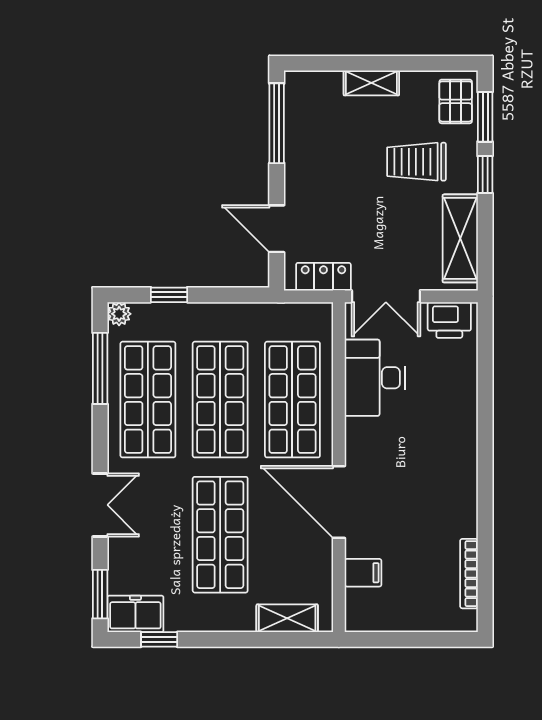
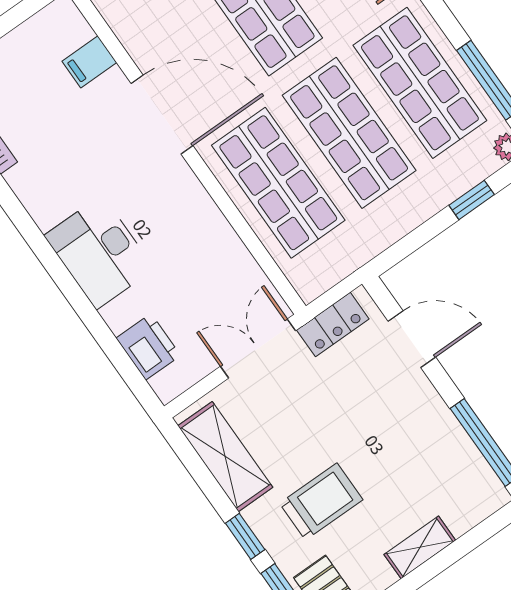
printer: (449, 320) -> (148, 347), moved, turned 90
desk: (375, 378) -> (99, 252), moved, turned 180

